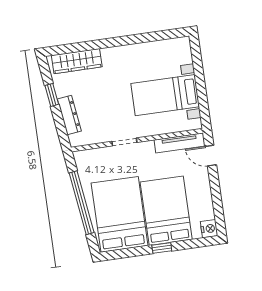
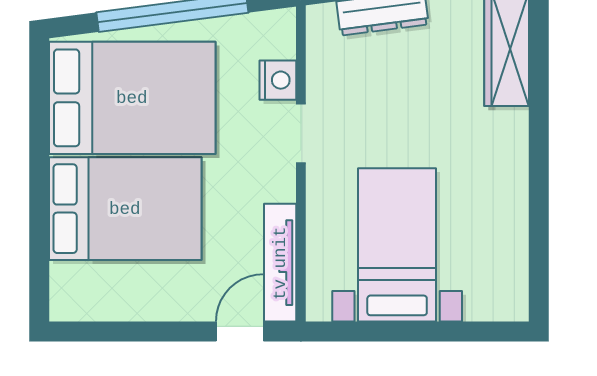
nightstand: (209, 229) -> (278, 80), moved, turned -90
window: (162, 248) -> (39, 186), removed

